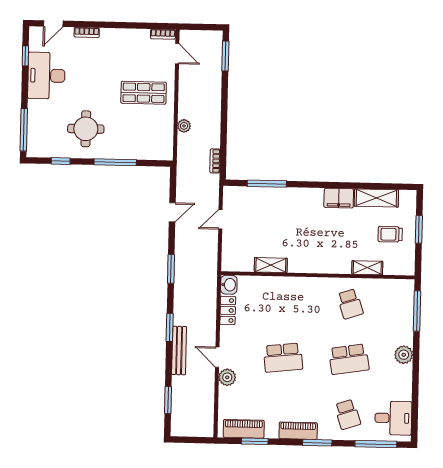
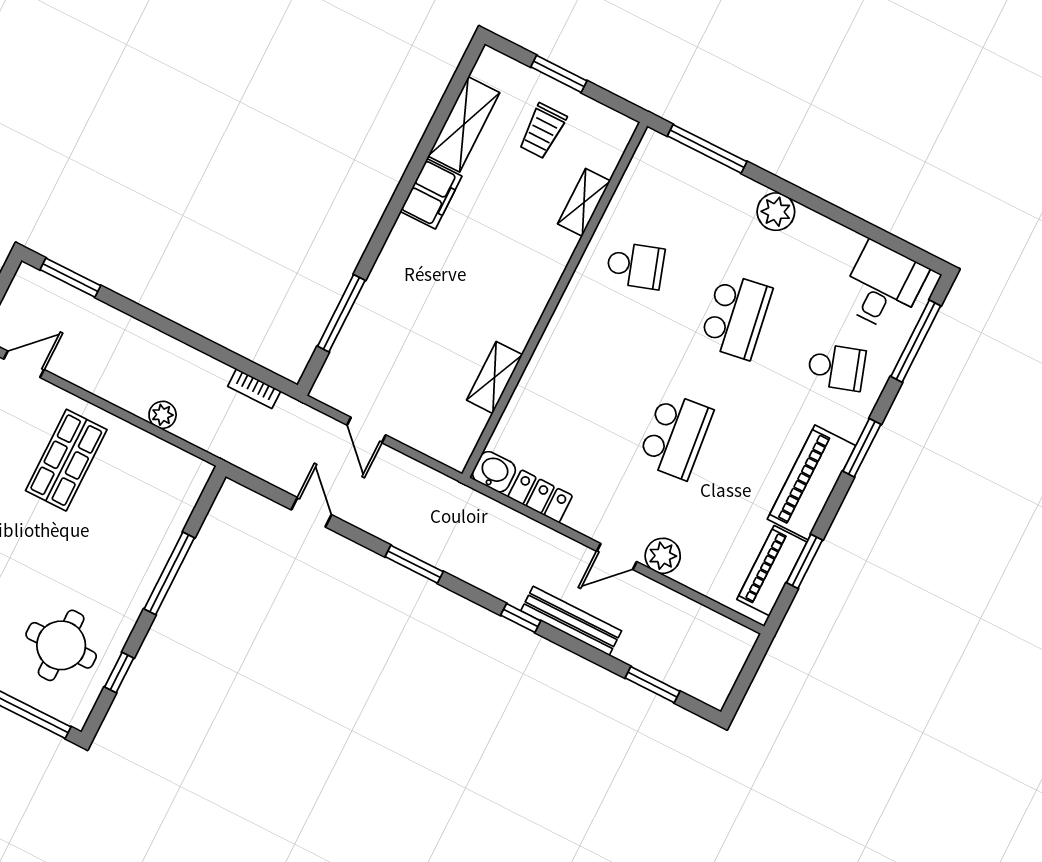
round table: (86, 129) -> (61, 645), moved
window: (170, 328) -> (521, 618), width x0.67
piano: (298, 431) -> (811, 482), width x1.37, depth x1.33

